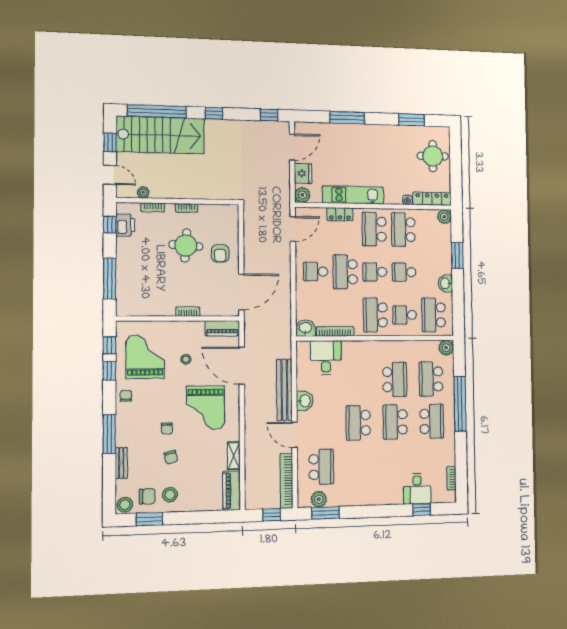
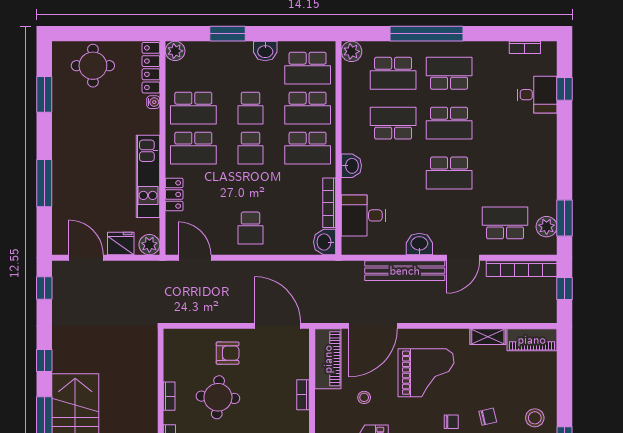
school desk: (345, 272) -> (250, 188), removed
school desk: (405, 315) -> (308, 108), width x1.85
piano: (222, 328) -> (328, 359), width x1.37, depth x1.33
washbasin: (363, 348) -> (351, 166), added

